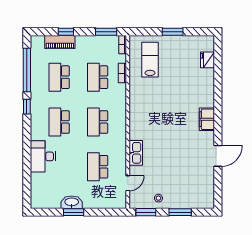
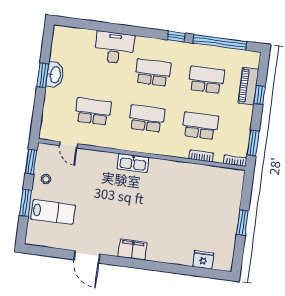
lab bench: (150, 60) -> (53, 212), moved
kitchen sink: (136, 153) -> (133, 163), moved

